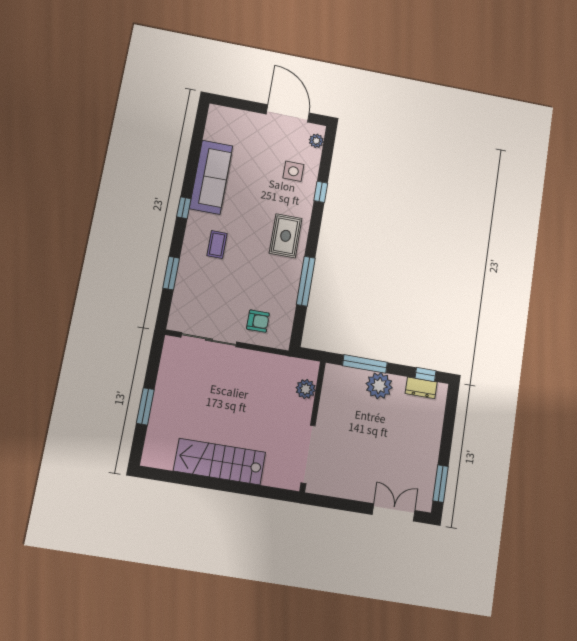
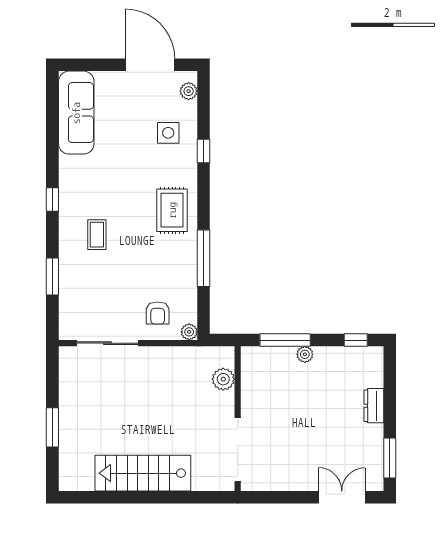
sofa: (211, 177) -> (76, 113), moved
armchair: (258, 321) -> (158, 313), turned 90
plant: (283, 342) -> (189, 332), added
plant: (379, 386) -> (305, 354), width x0.53, depth x0.53
dresser: (421, 388) -> (374, 406), moved, turned 90

